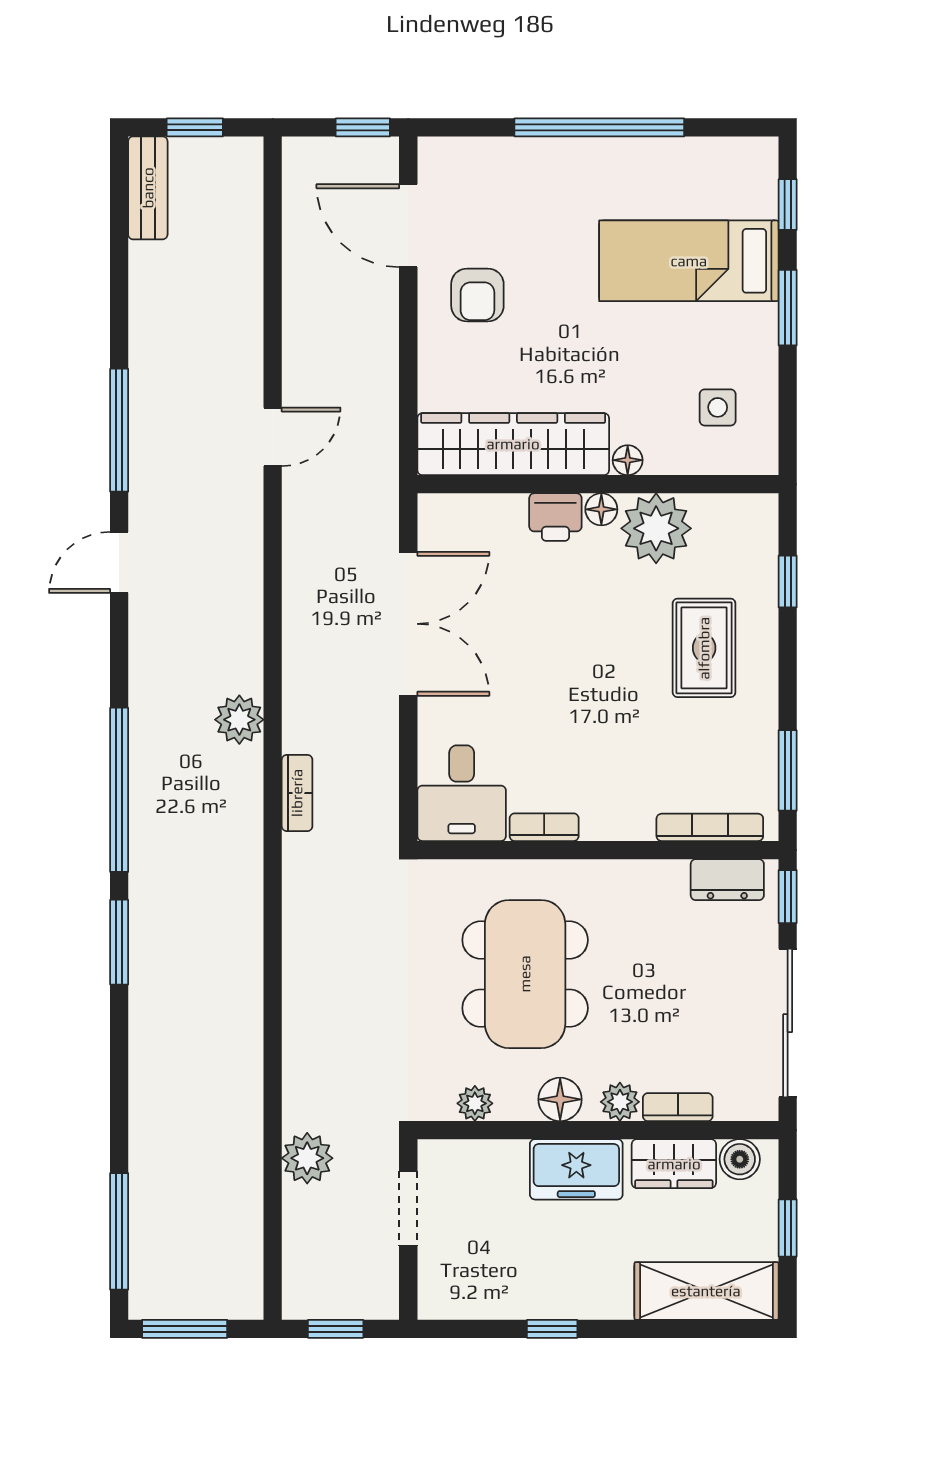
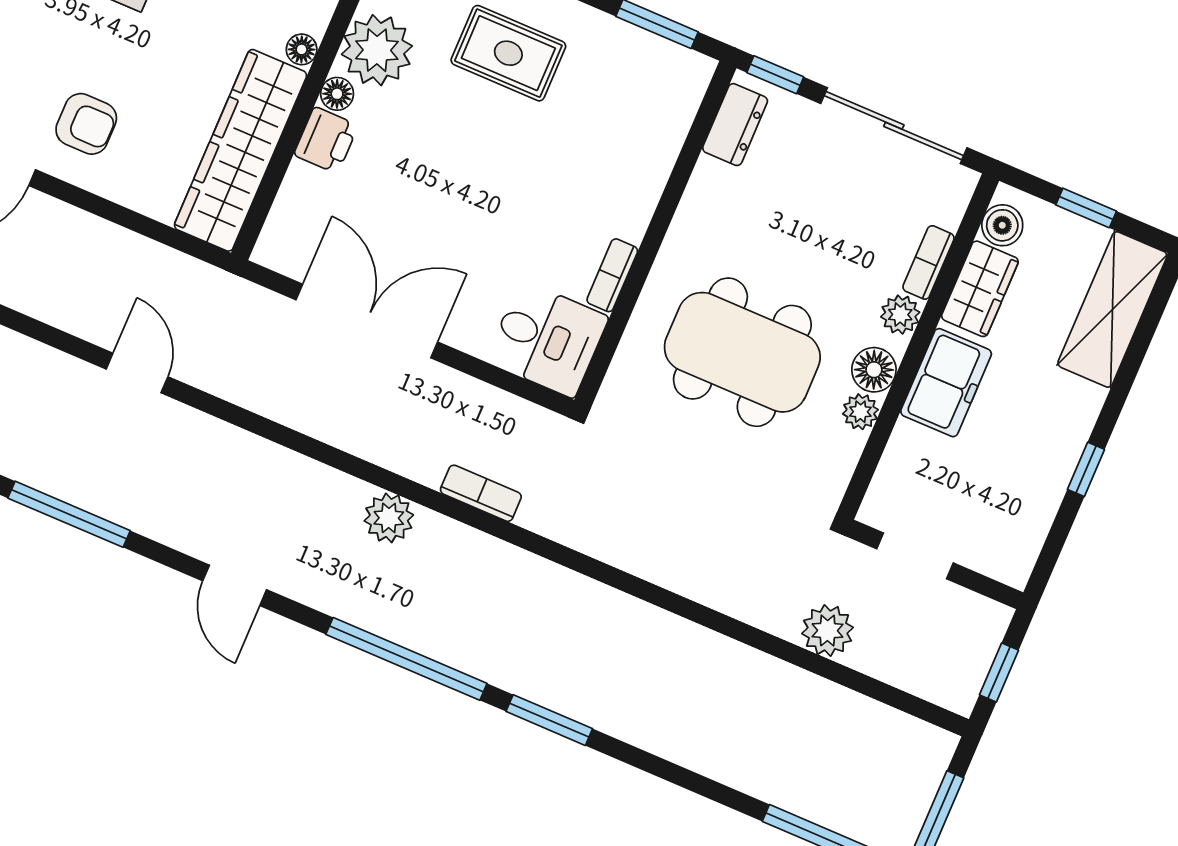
door: (119, 562) -> (235, 585), moved
bookcase: (710, 827) -> (679, 120), removed
plant: (475, 1103) -> (860, 412), moved

